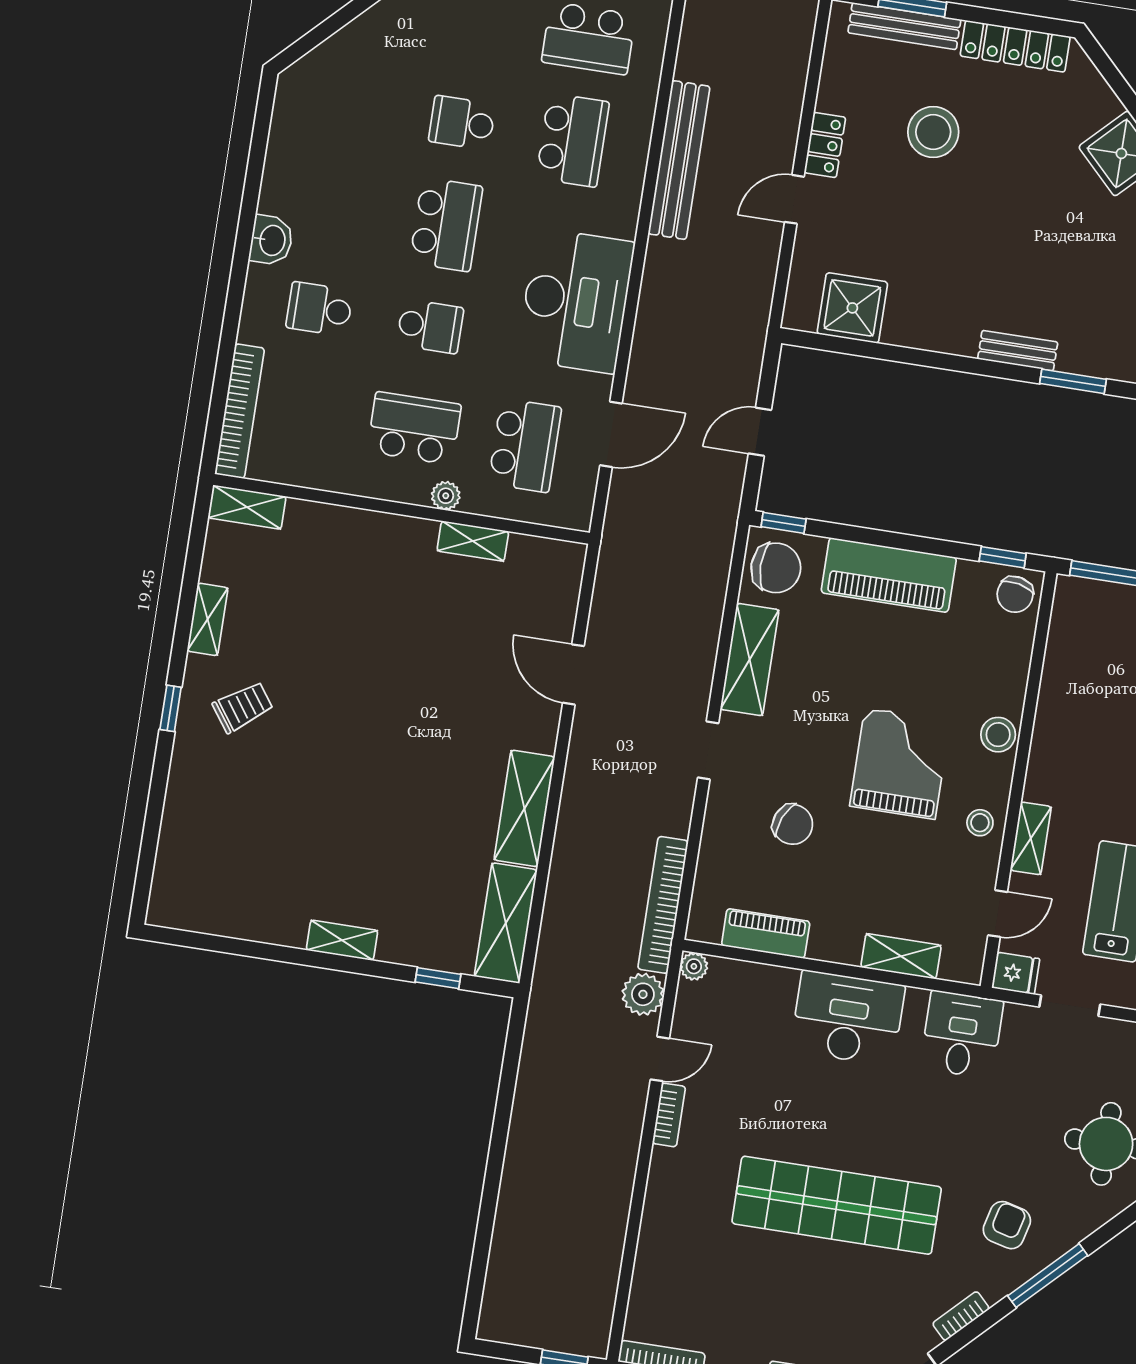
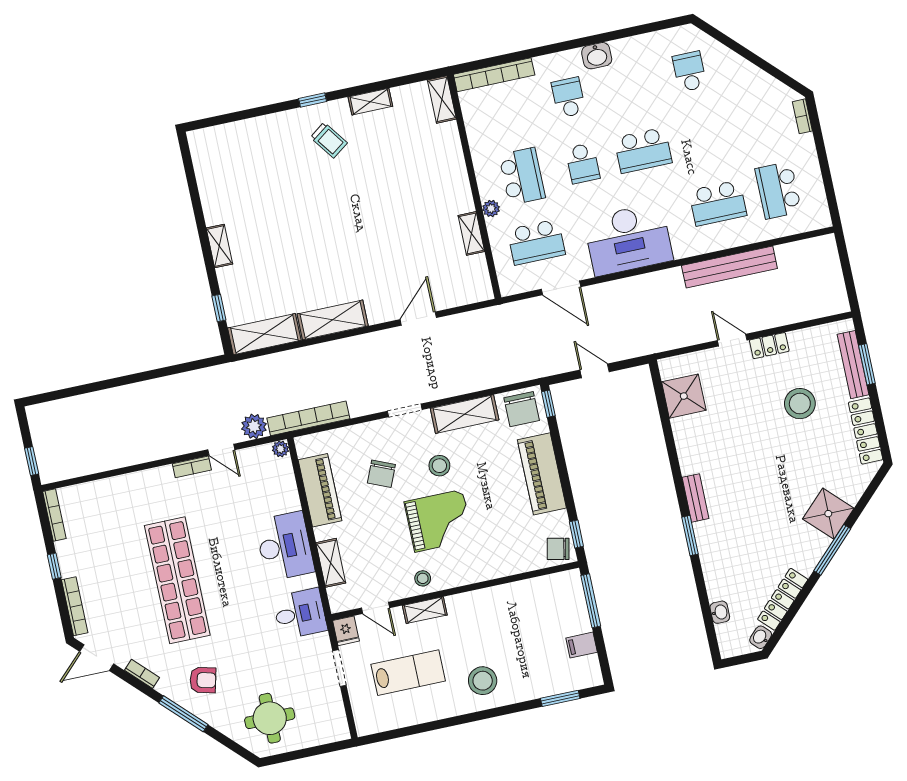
school desk: (462, 123) -> (689, 72), moved
stool: (998, 735) -> (439, 466), moved
piano: (766, 933) -> (320, 490), width x1.37, depth x1.33

